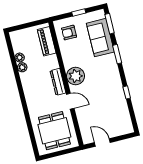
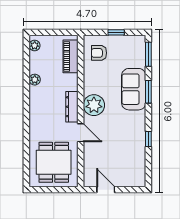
sofa: (100, 38) -> (134, 89), moved
plant: (20, 57) -> (35, 45), moved

